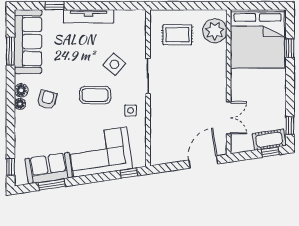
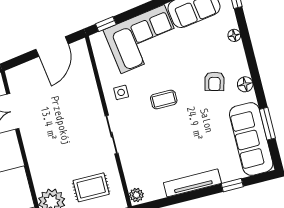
plant: (140, 18) -> (136, 195), added
side table: (114, 64) -> (151, 138), removed
coffee table: (95, 95) -> (164, 99), width x0.73, depth x0.77
floor lamp: (20, 104) -> (234, 35), moved
door: (203, 162) -> (52, 47), moved

